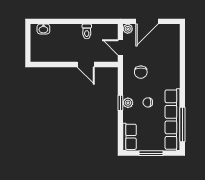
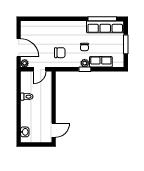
door: (86, 64) -> (54, 130), moved
row of seats: (173, 120) -> (105, 27), width x0.73
row of seats: (130, 137) -> (101, 62), moved

